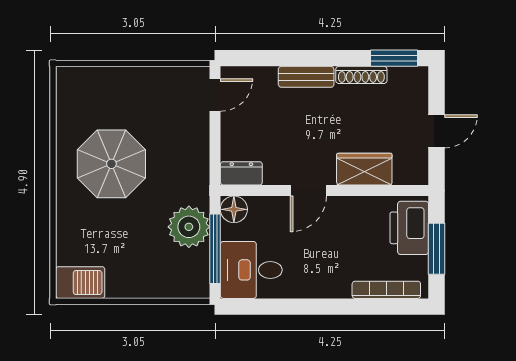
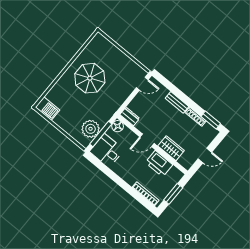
plant: (189, 227) -> (91, 129), moved
printer: (409, 228) -> (159, 164), moved, turned -90

